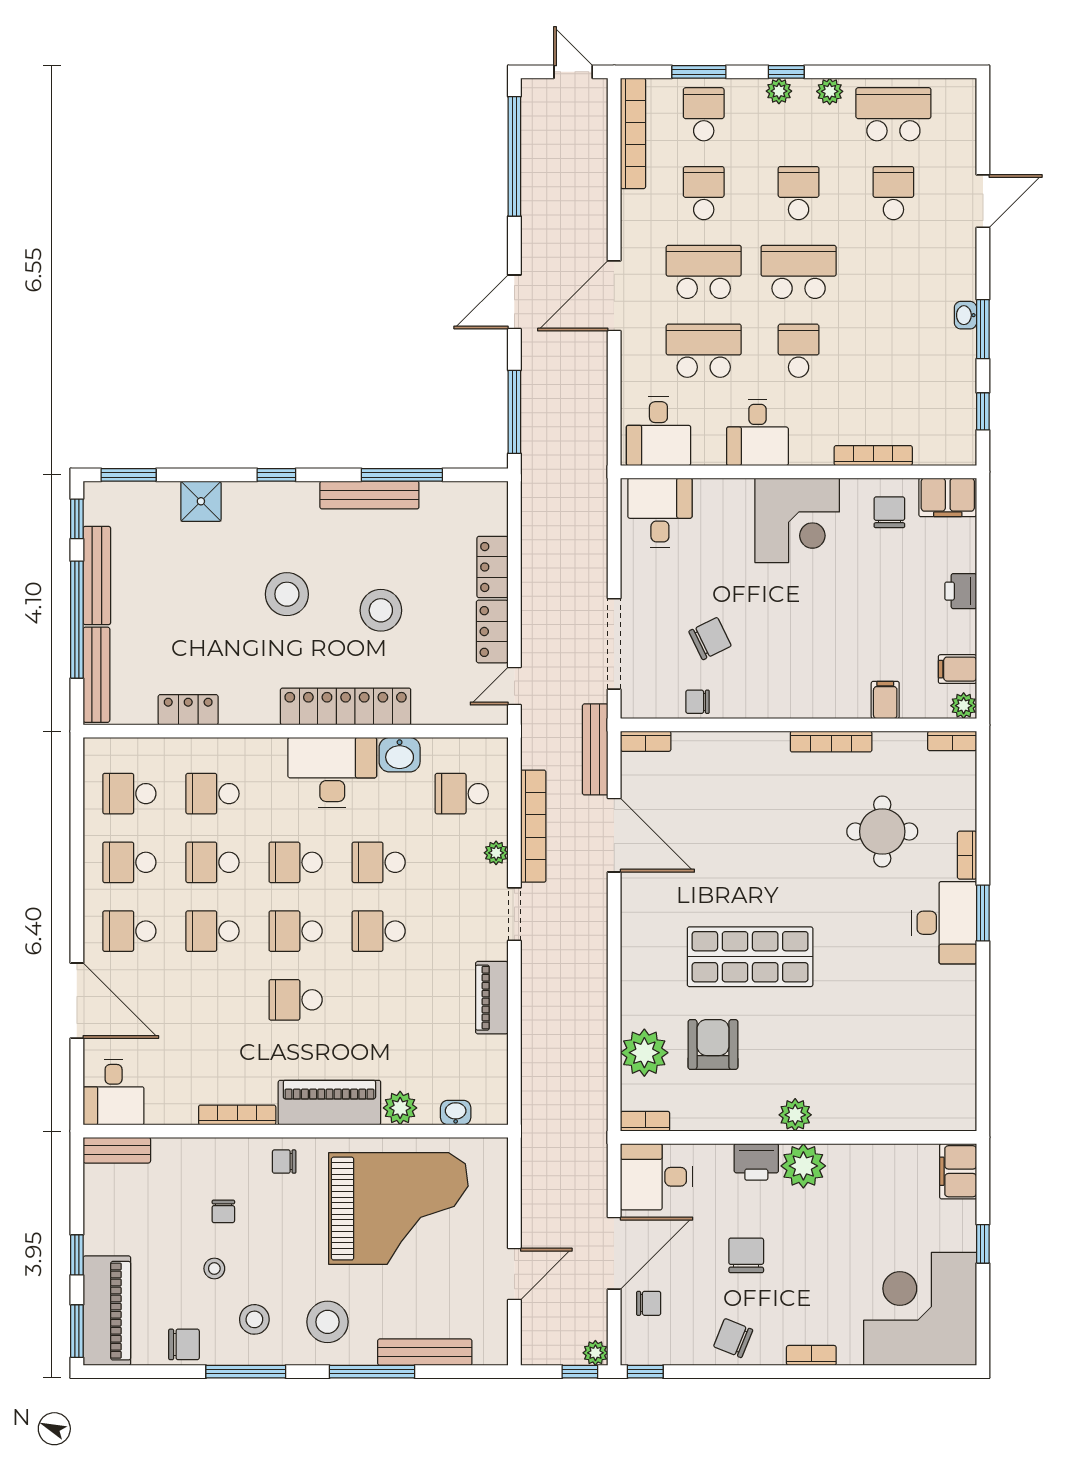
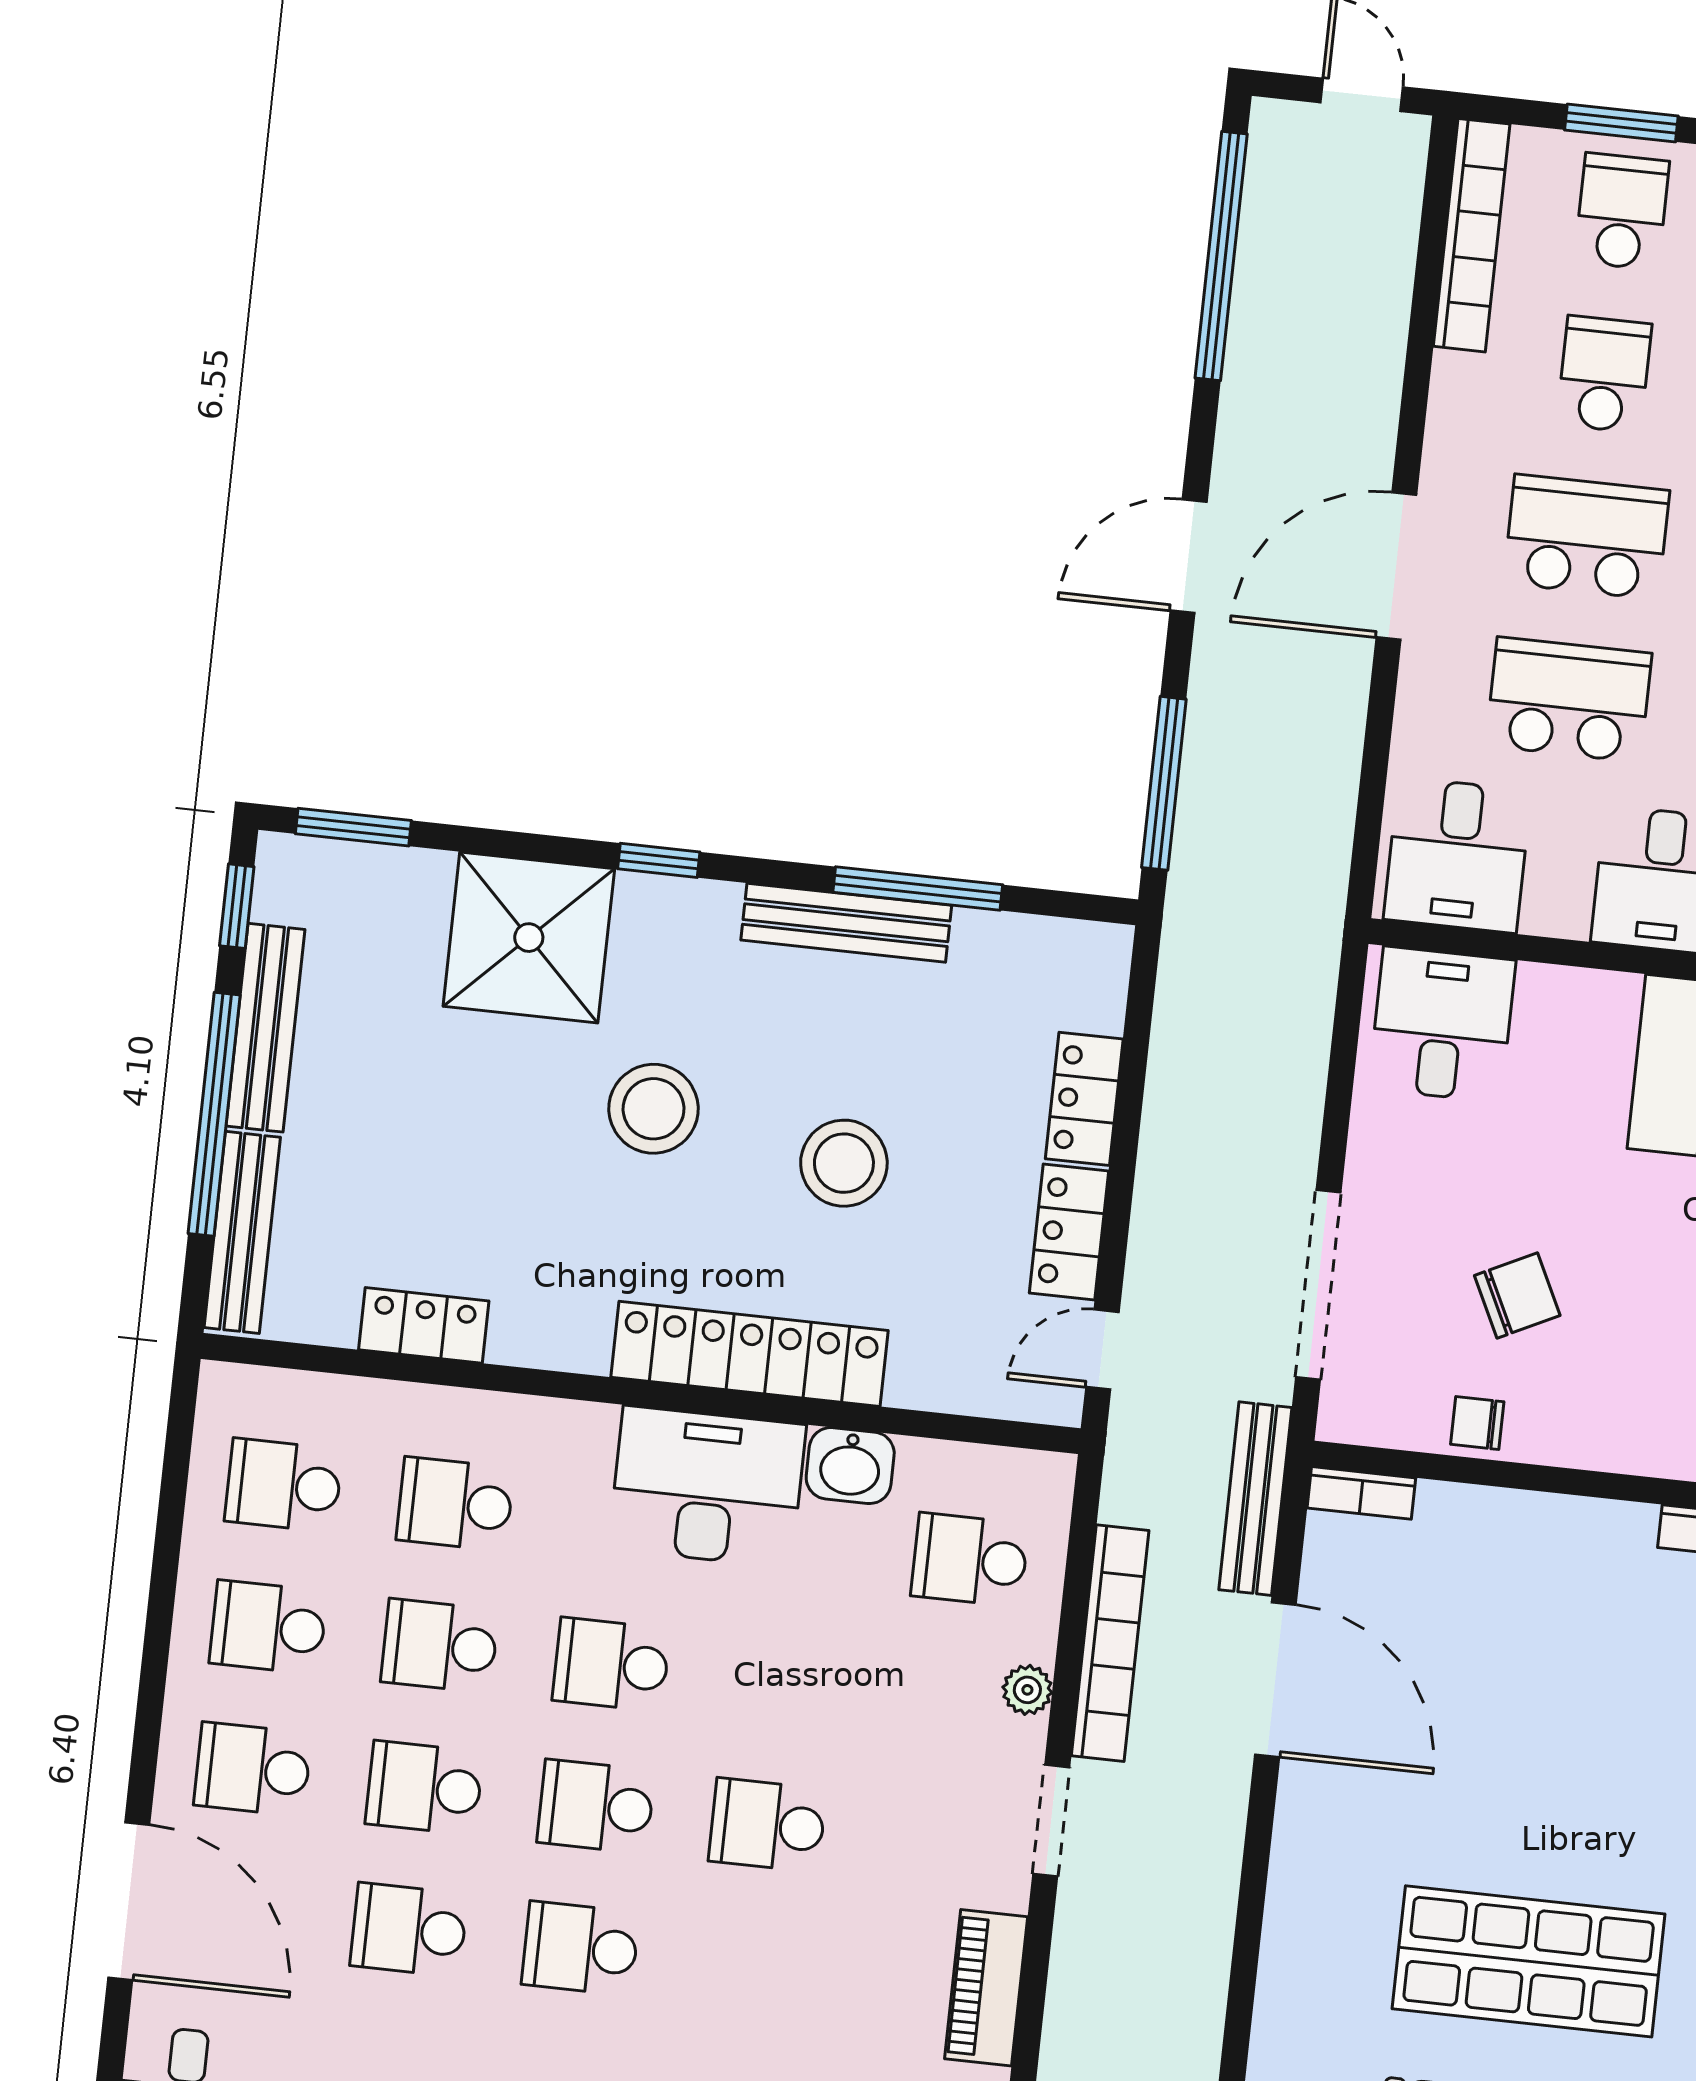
shower: (201, 501) -> (529, 938), width x1.86, depth x1.86
school desk: (379, 862) -> (409, 1930), moved

